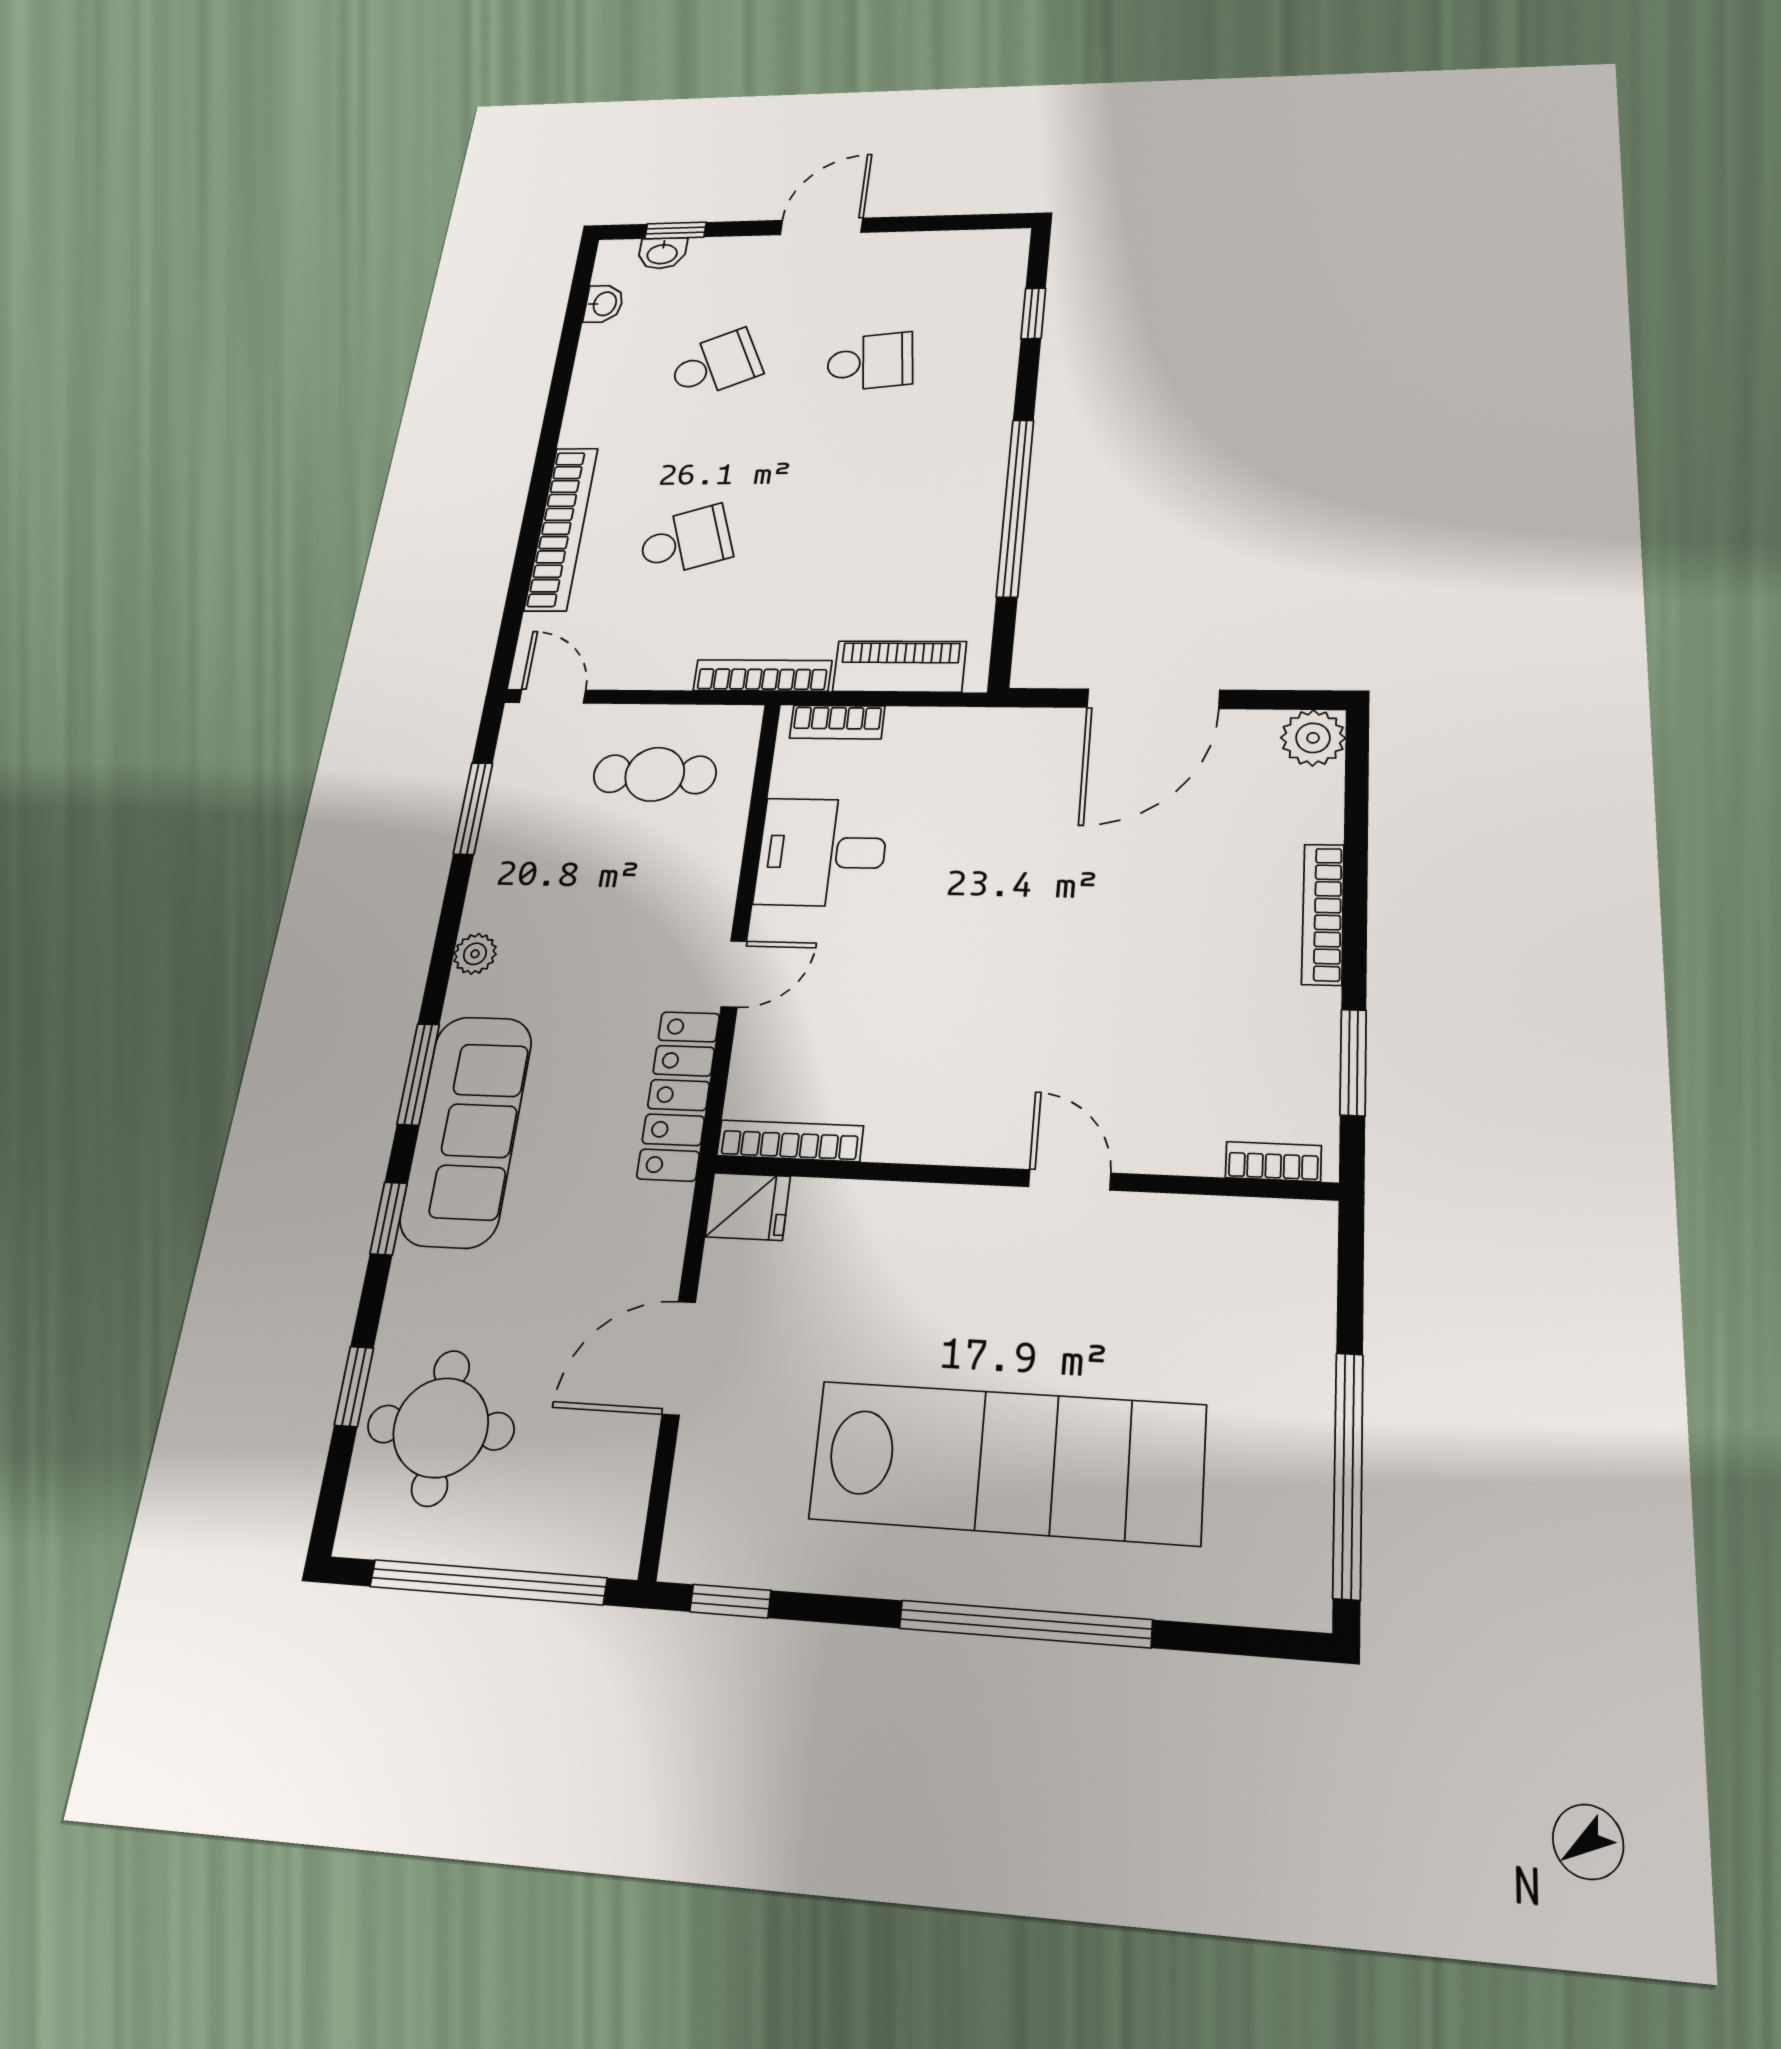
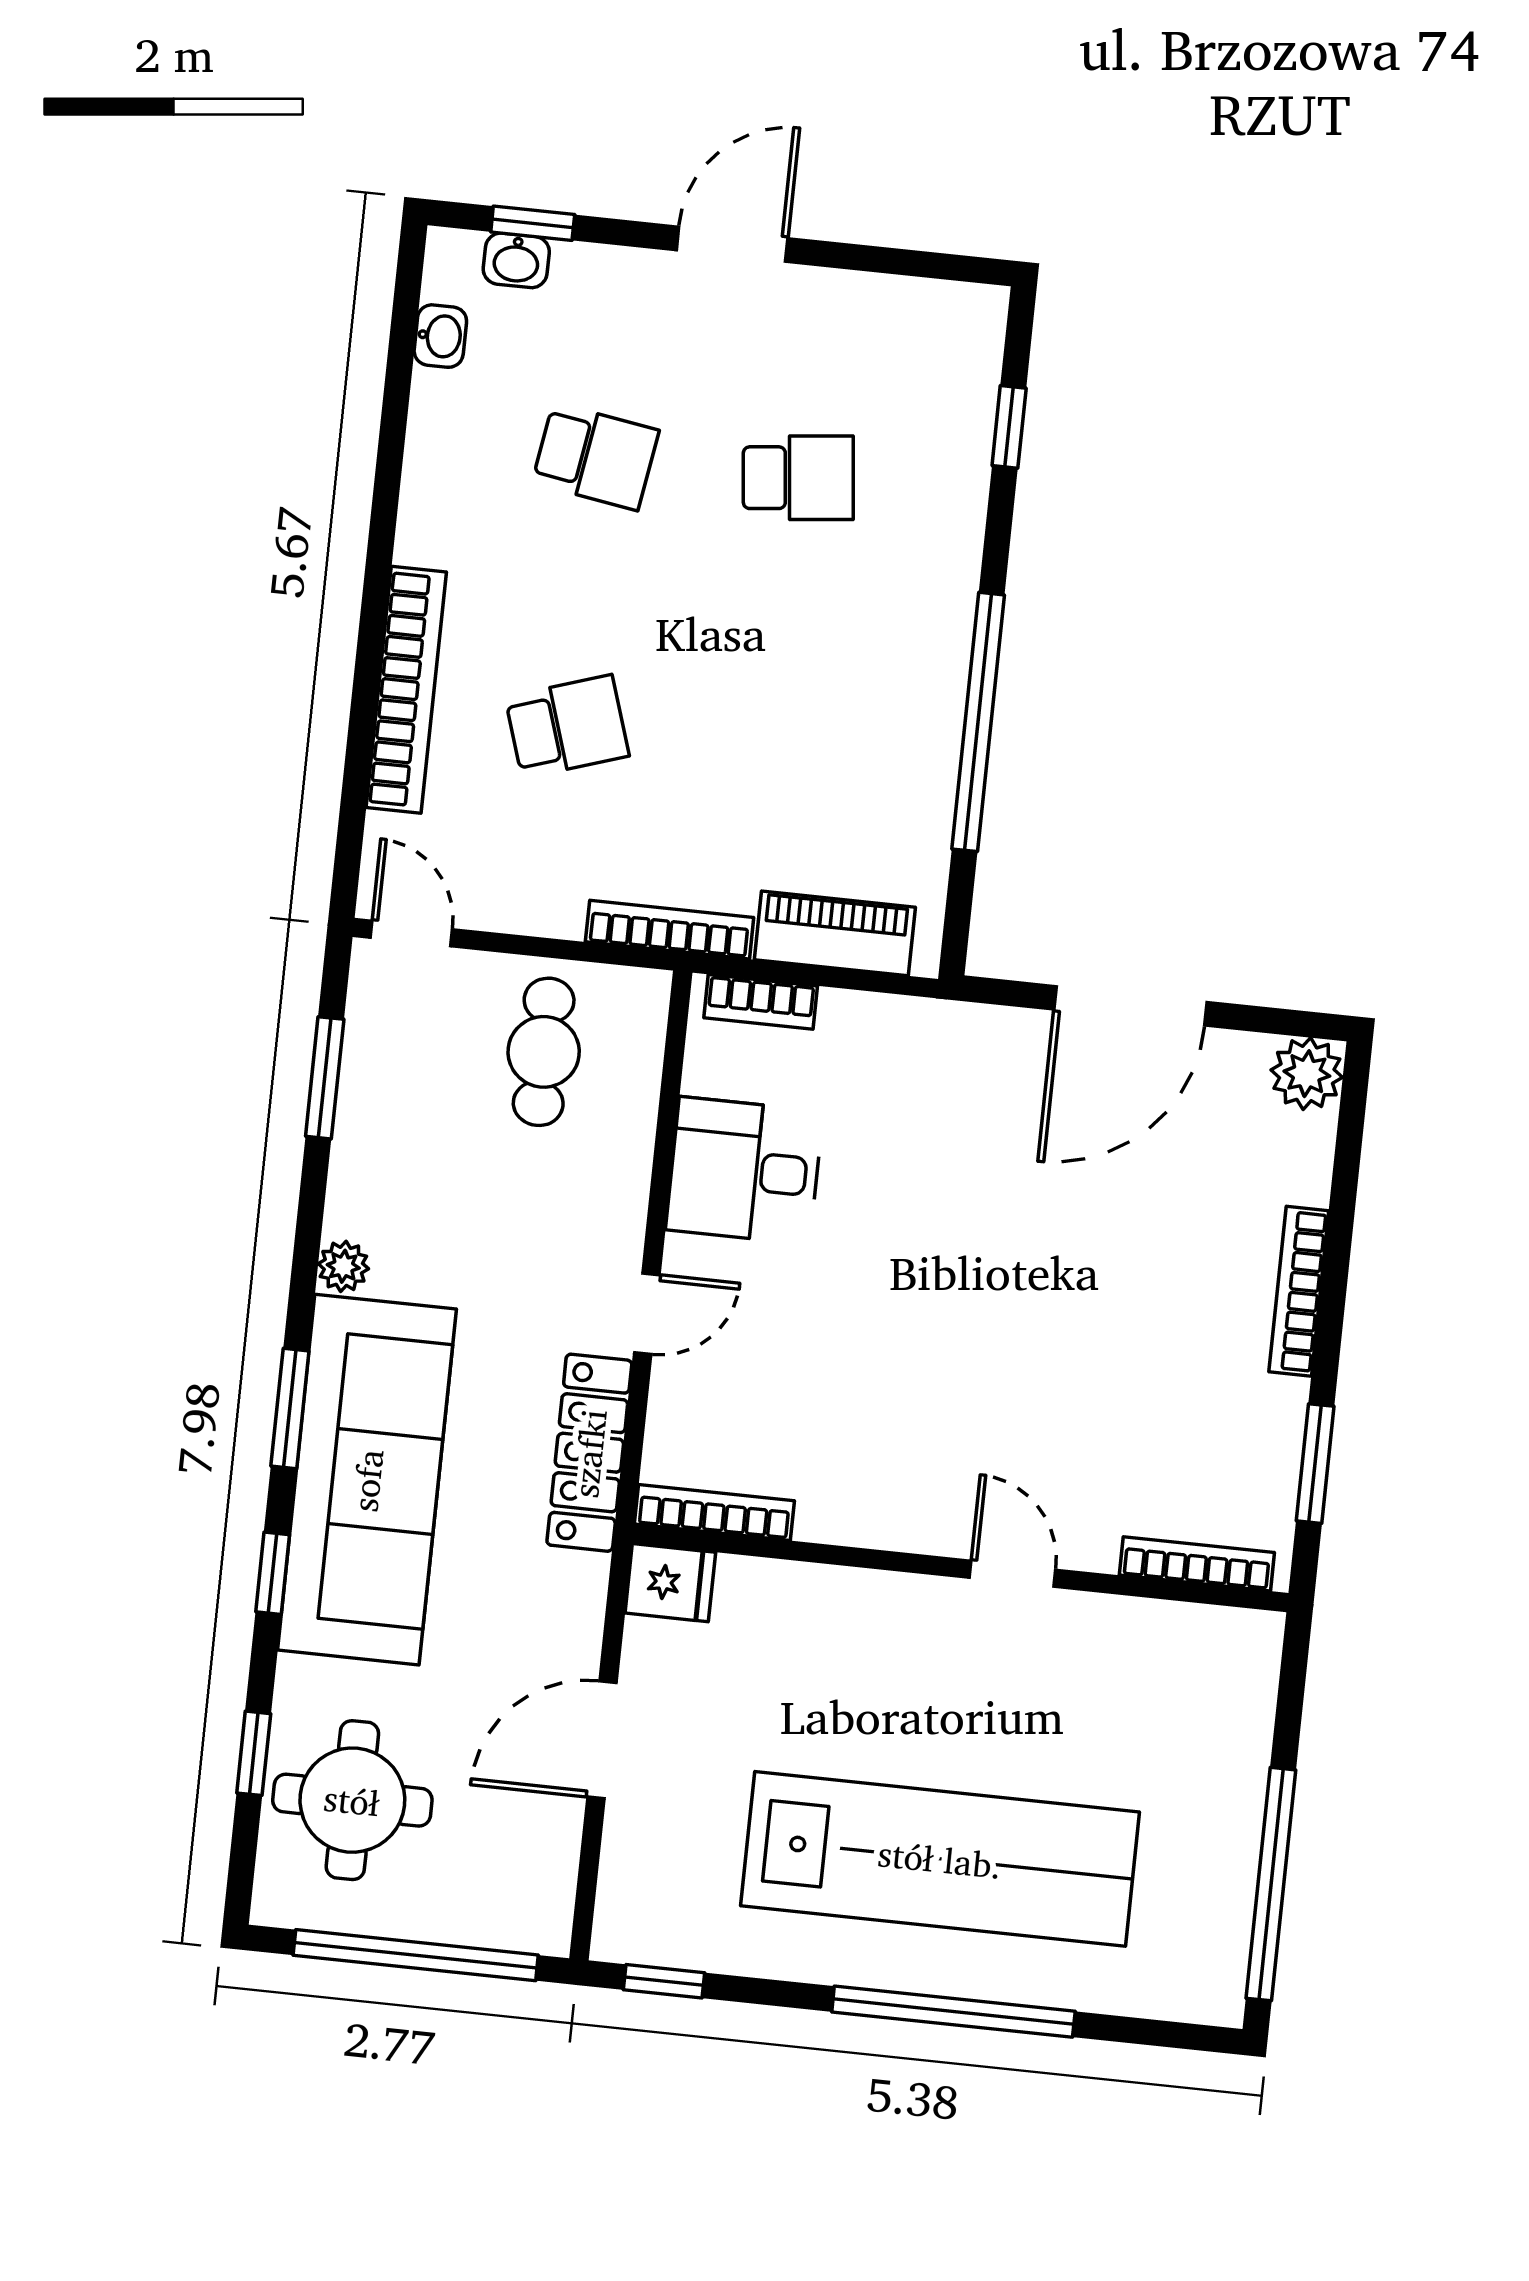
school desk: (715, 365) -> (595, 456), turned 33
cafe table: (655, 774) -> (544, 1052), turned 90
sofa: (467, 1130) -> (367, 1480), width x1.36, depth x1.27
bookcase: (1273, 1162) -> (1197, 1564), width x1.56

